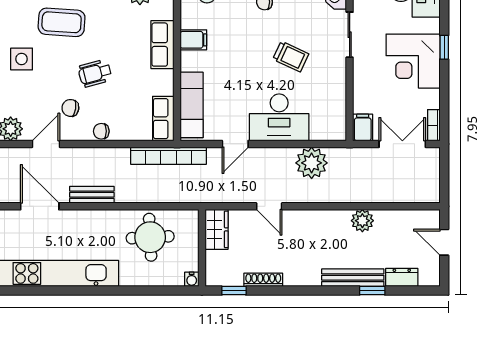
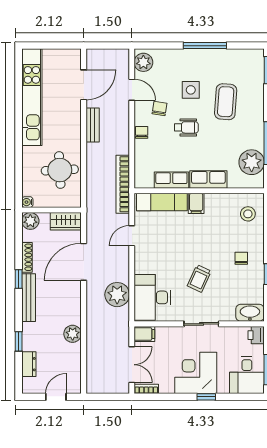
sliding door: (350, 35) -> (201, 324), moved
filing cabinet: (193, 40) -> (196, 203), moved
side table: (22, 59) -> (191, 90), moved
wheelchair: (95, 73) -> (186, 127), turned 105
desk: (279, 117) -> (152, 297), moved
row of seats: (163, 119) -> (171, 180), moved
door: (235, 144) -> (132, 236), hinge flipped
door: (269, 206) -> (84, 262), width x1.88
plant: (216, 275) -> (30, 221), added
bench: (353, 278) -> (29, 298), moved
window: (234, 291) -> (19, 279), moved

